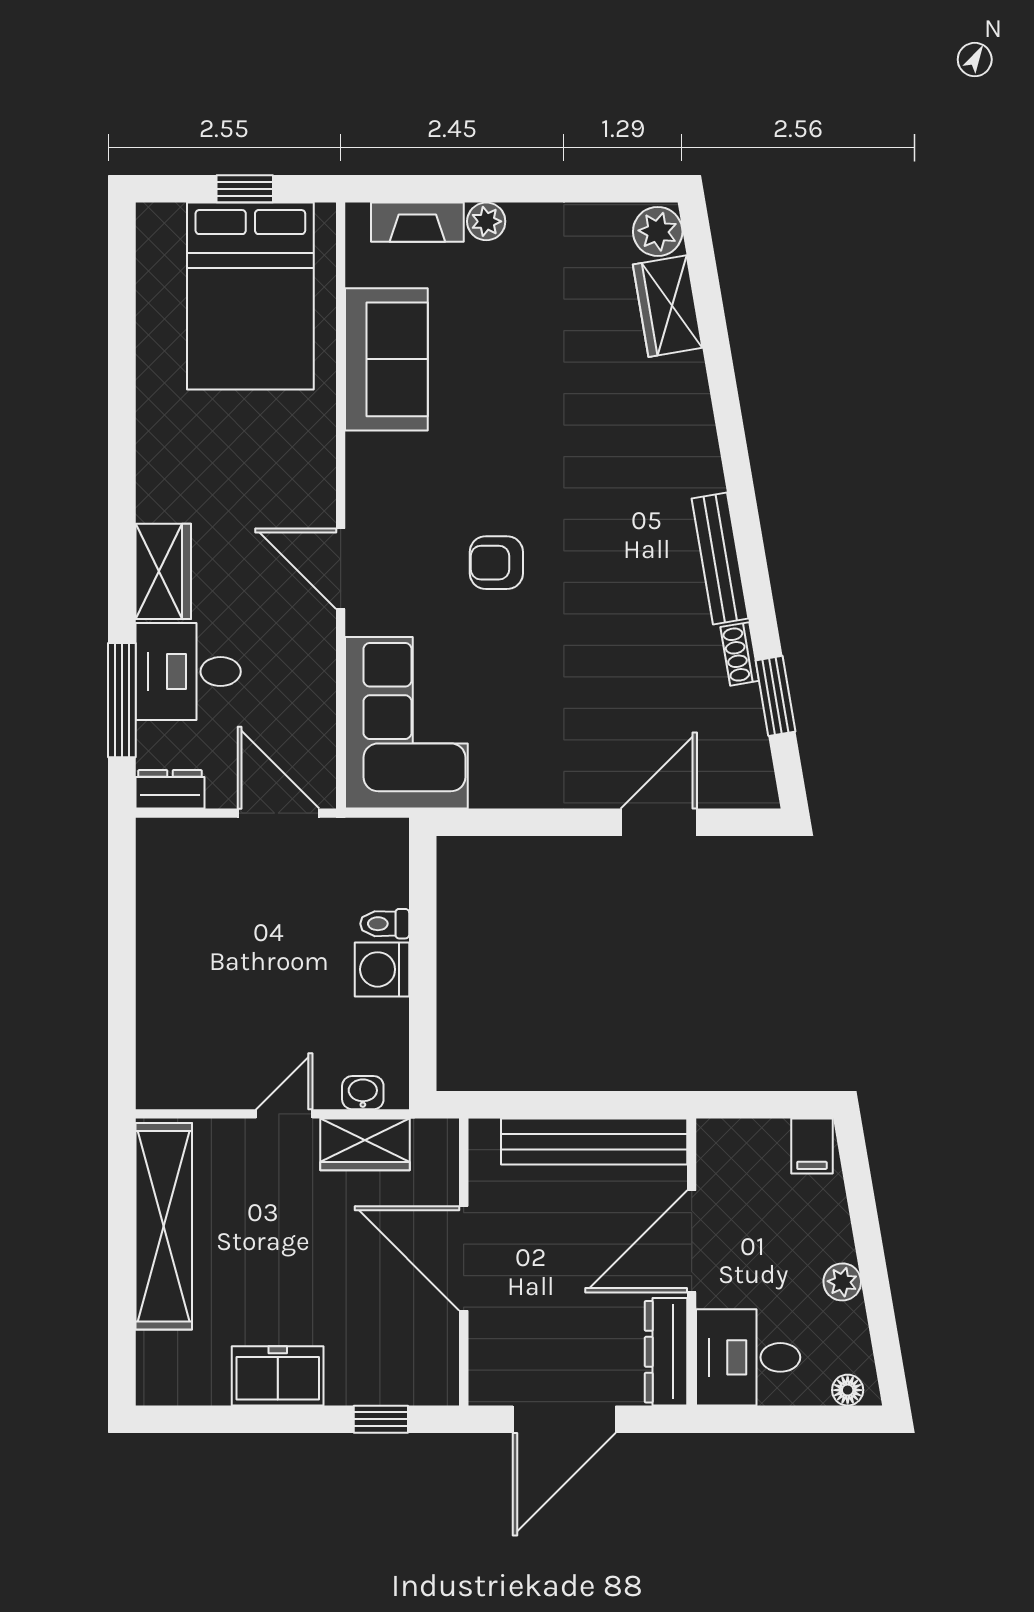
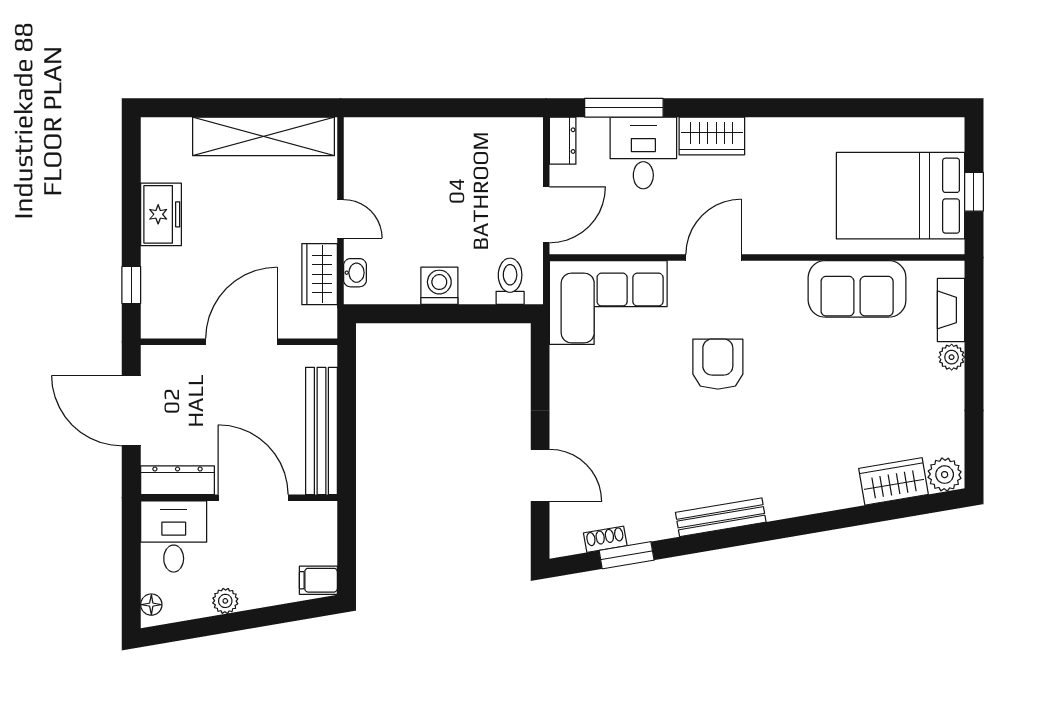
armchair: (496, 563) -> (718, 364), width x1.38, depth x1.38
shoe rack: (740, 654) -> (605, 539), moved
toilet: (385, 924) -> (510, 281), moved, width x1.37, depth x1.39

